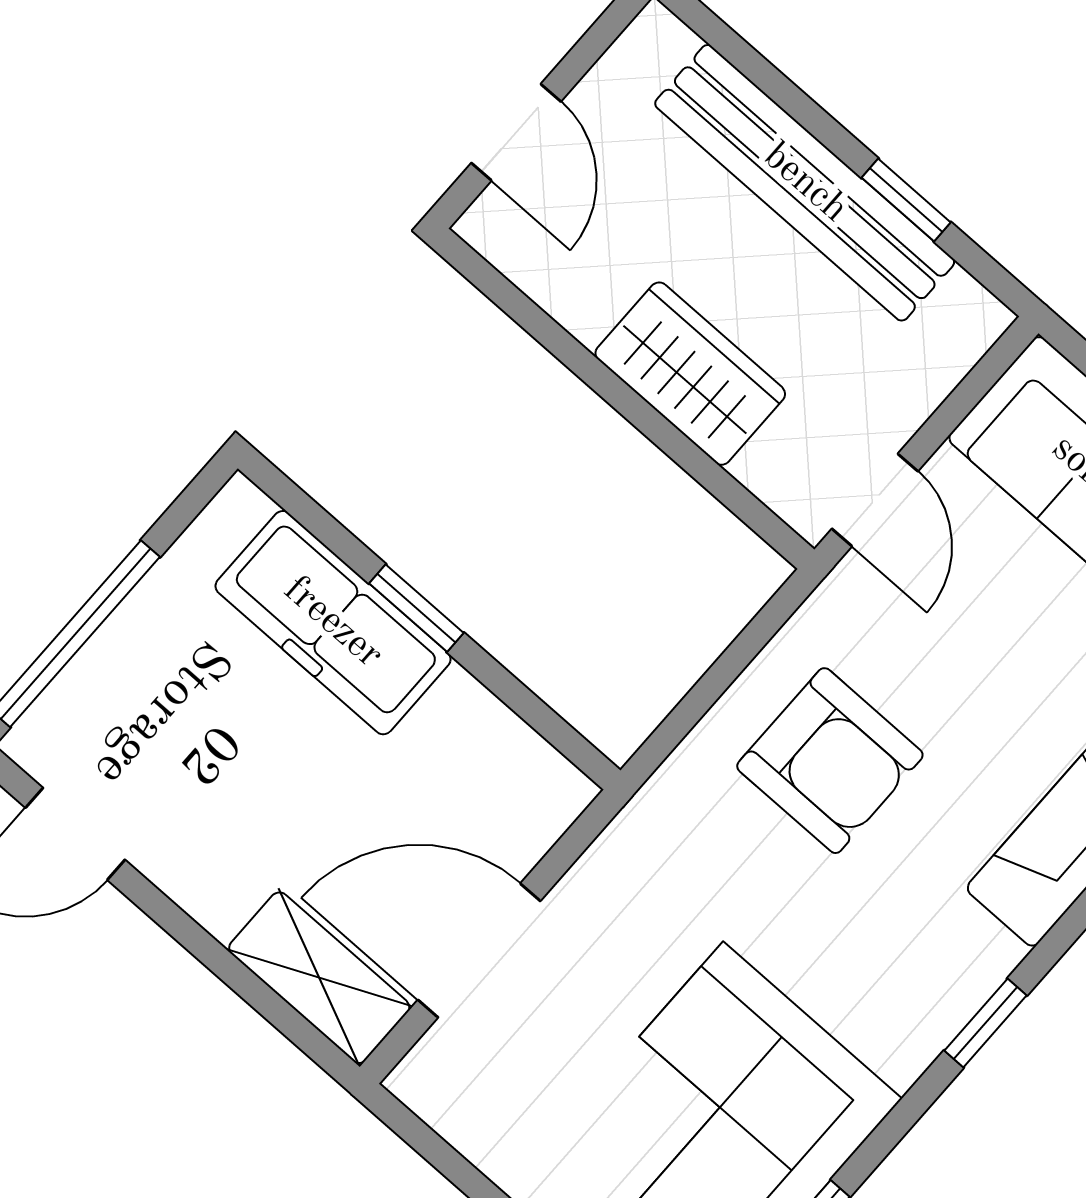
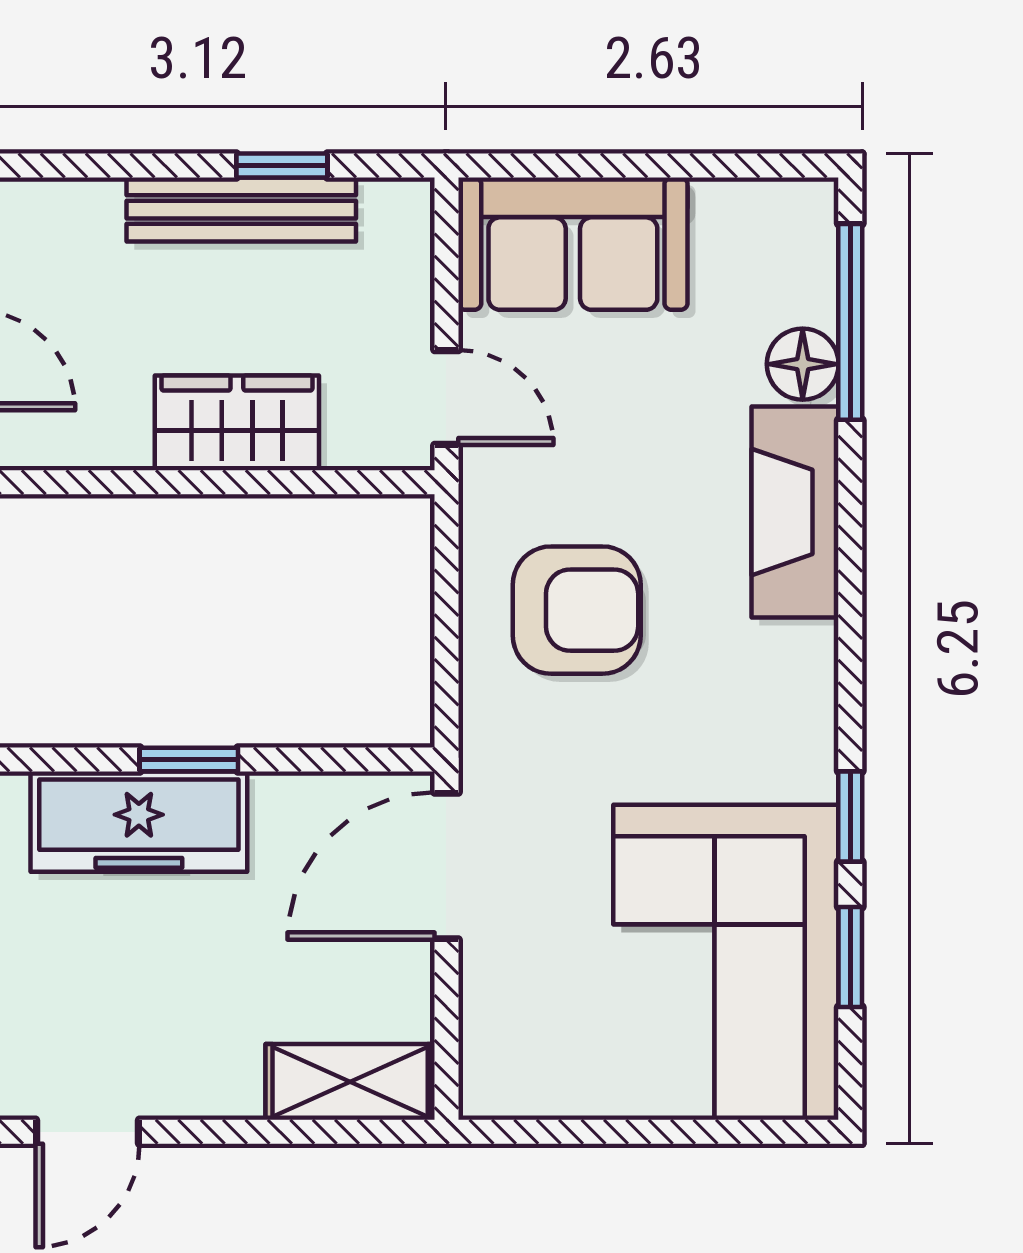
bench: (805, 183) -> (241, 210), width x0.73, depth x0.82
door: (479, 950) -> (446, 866), moved
window: (985, 1023) -> (850, 816), moved

